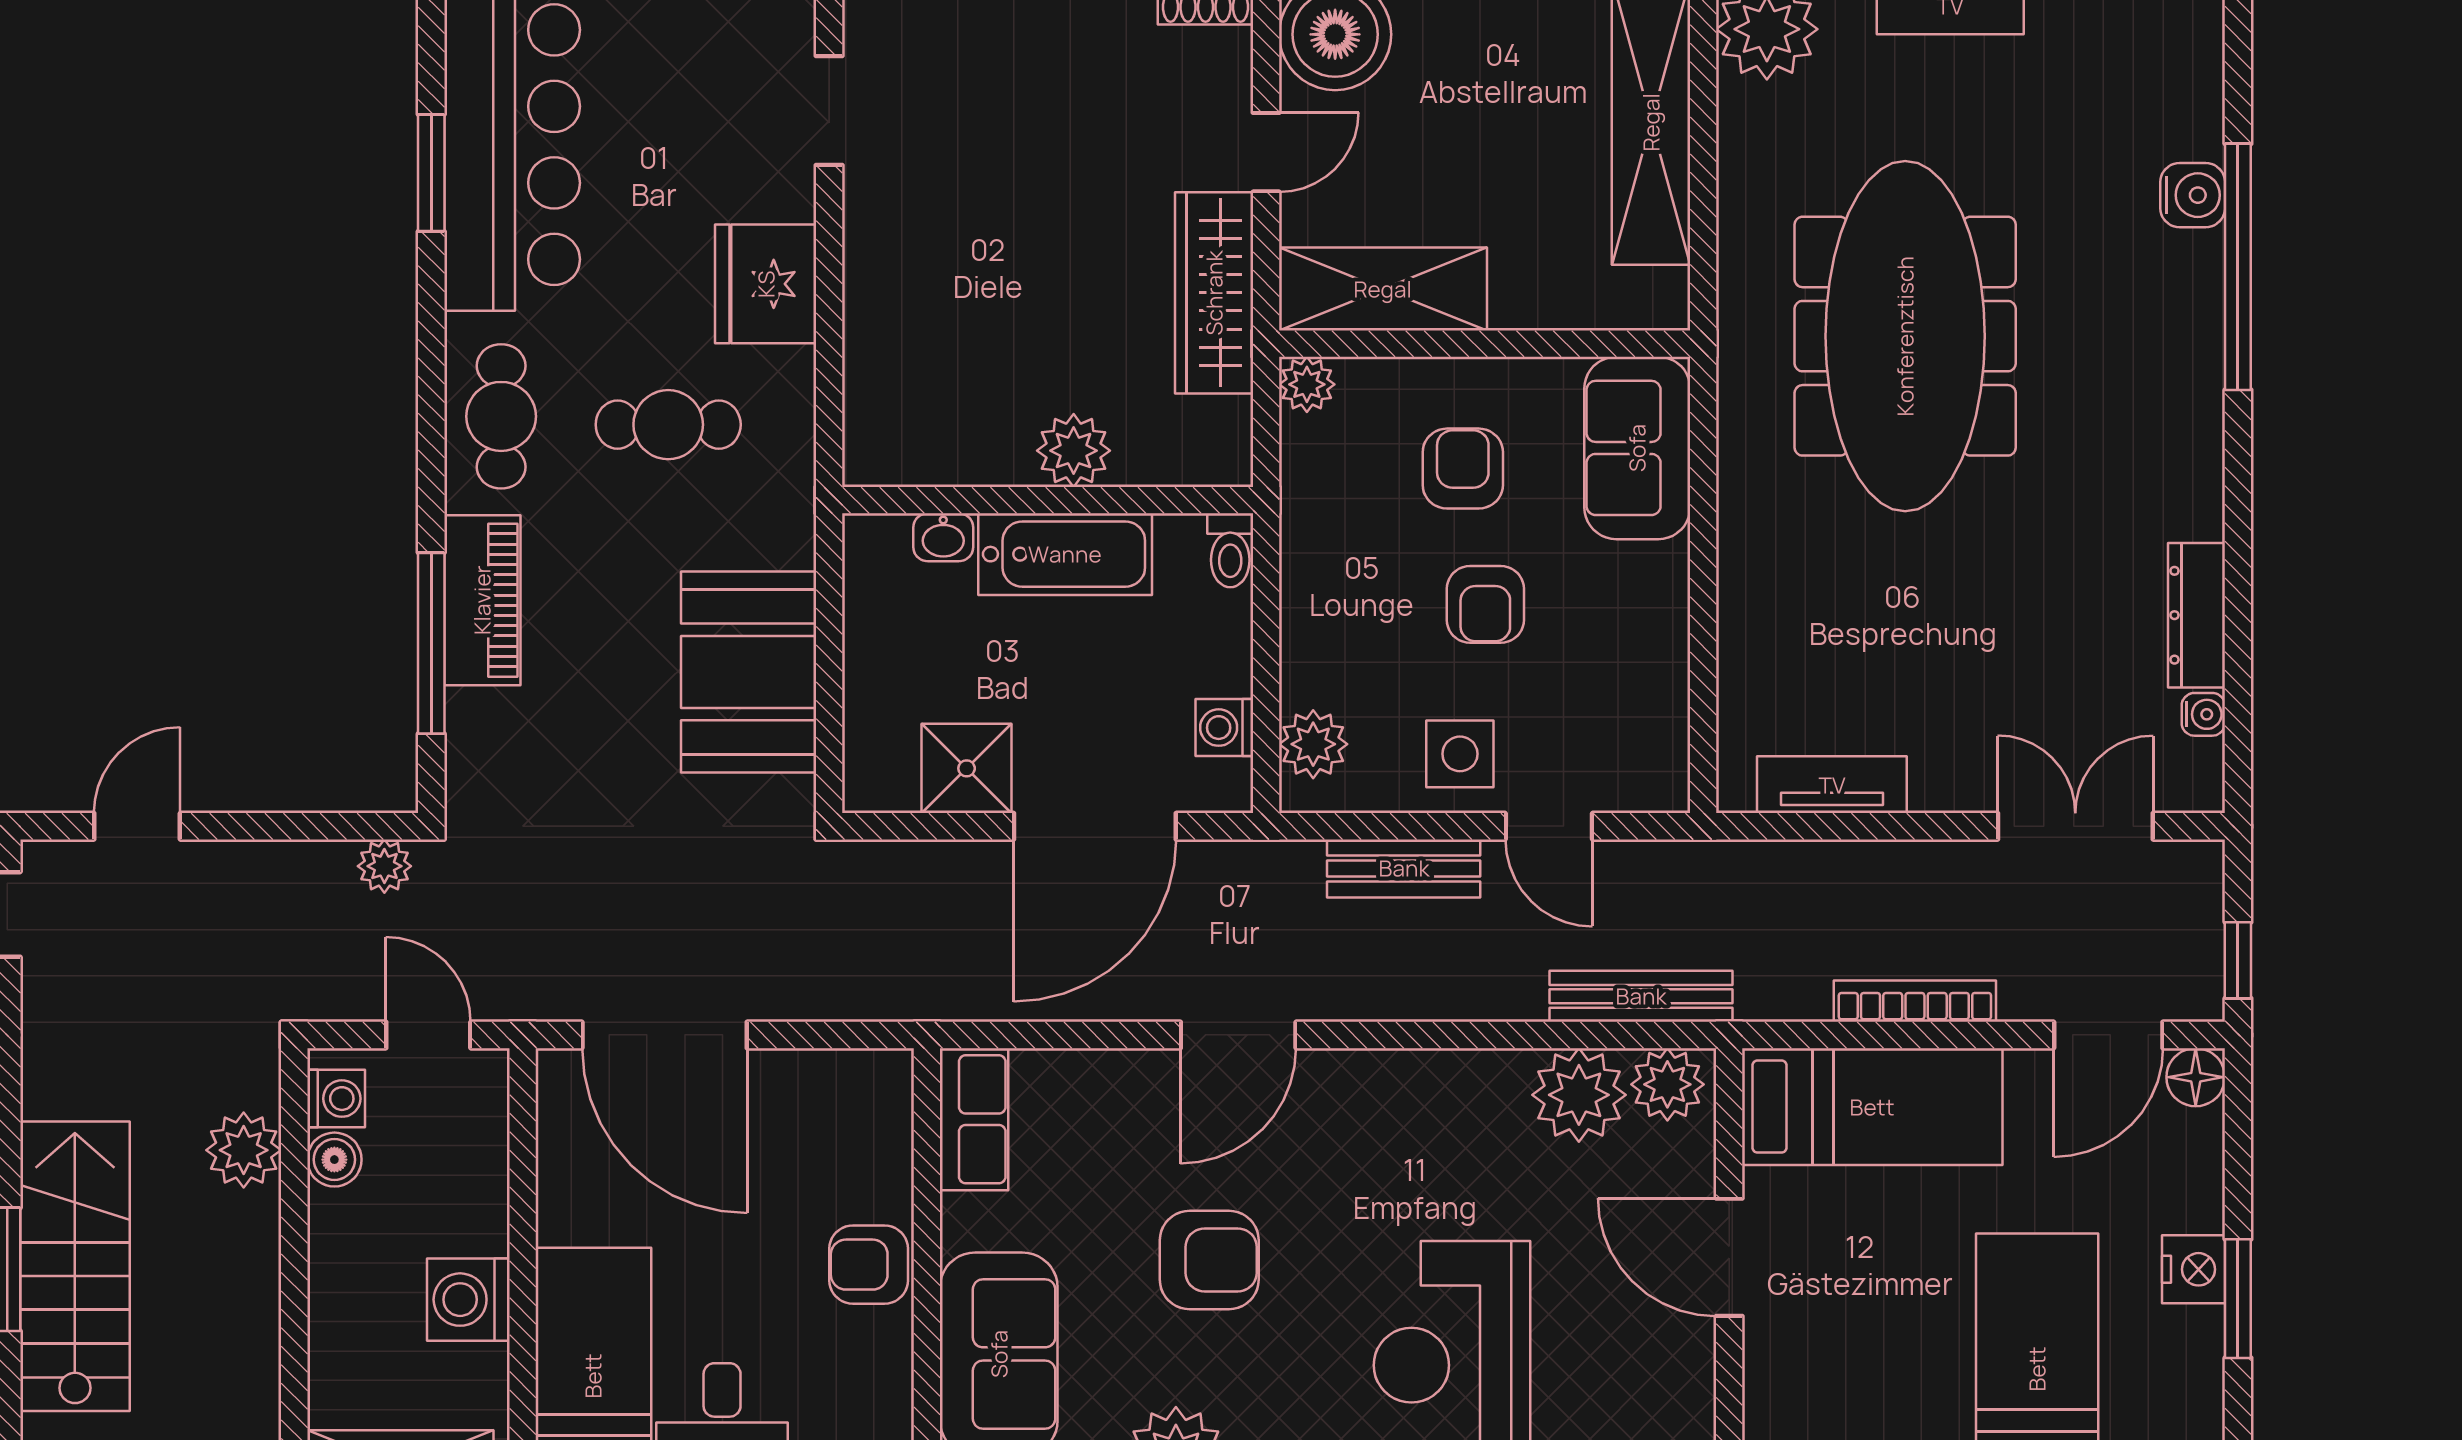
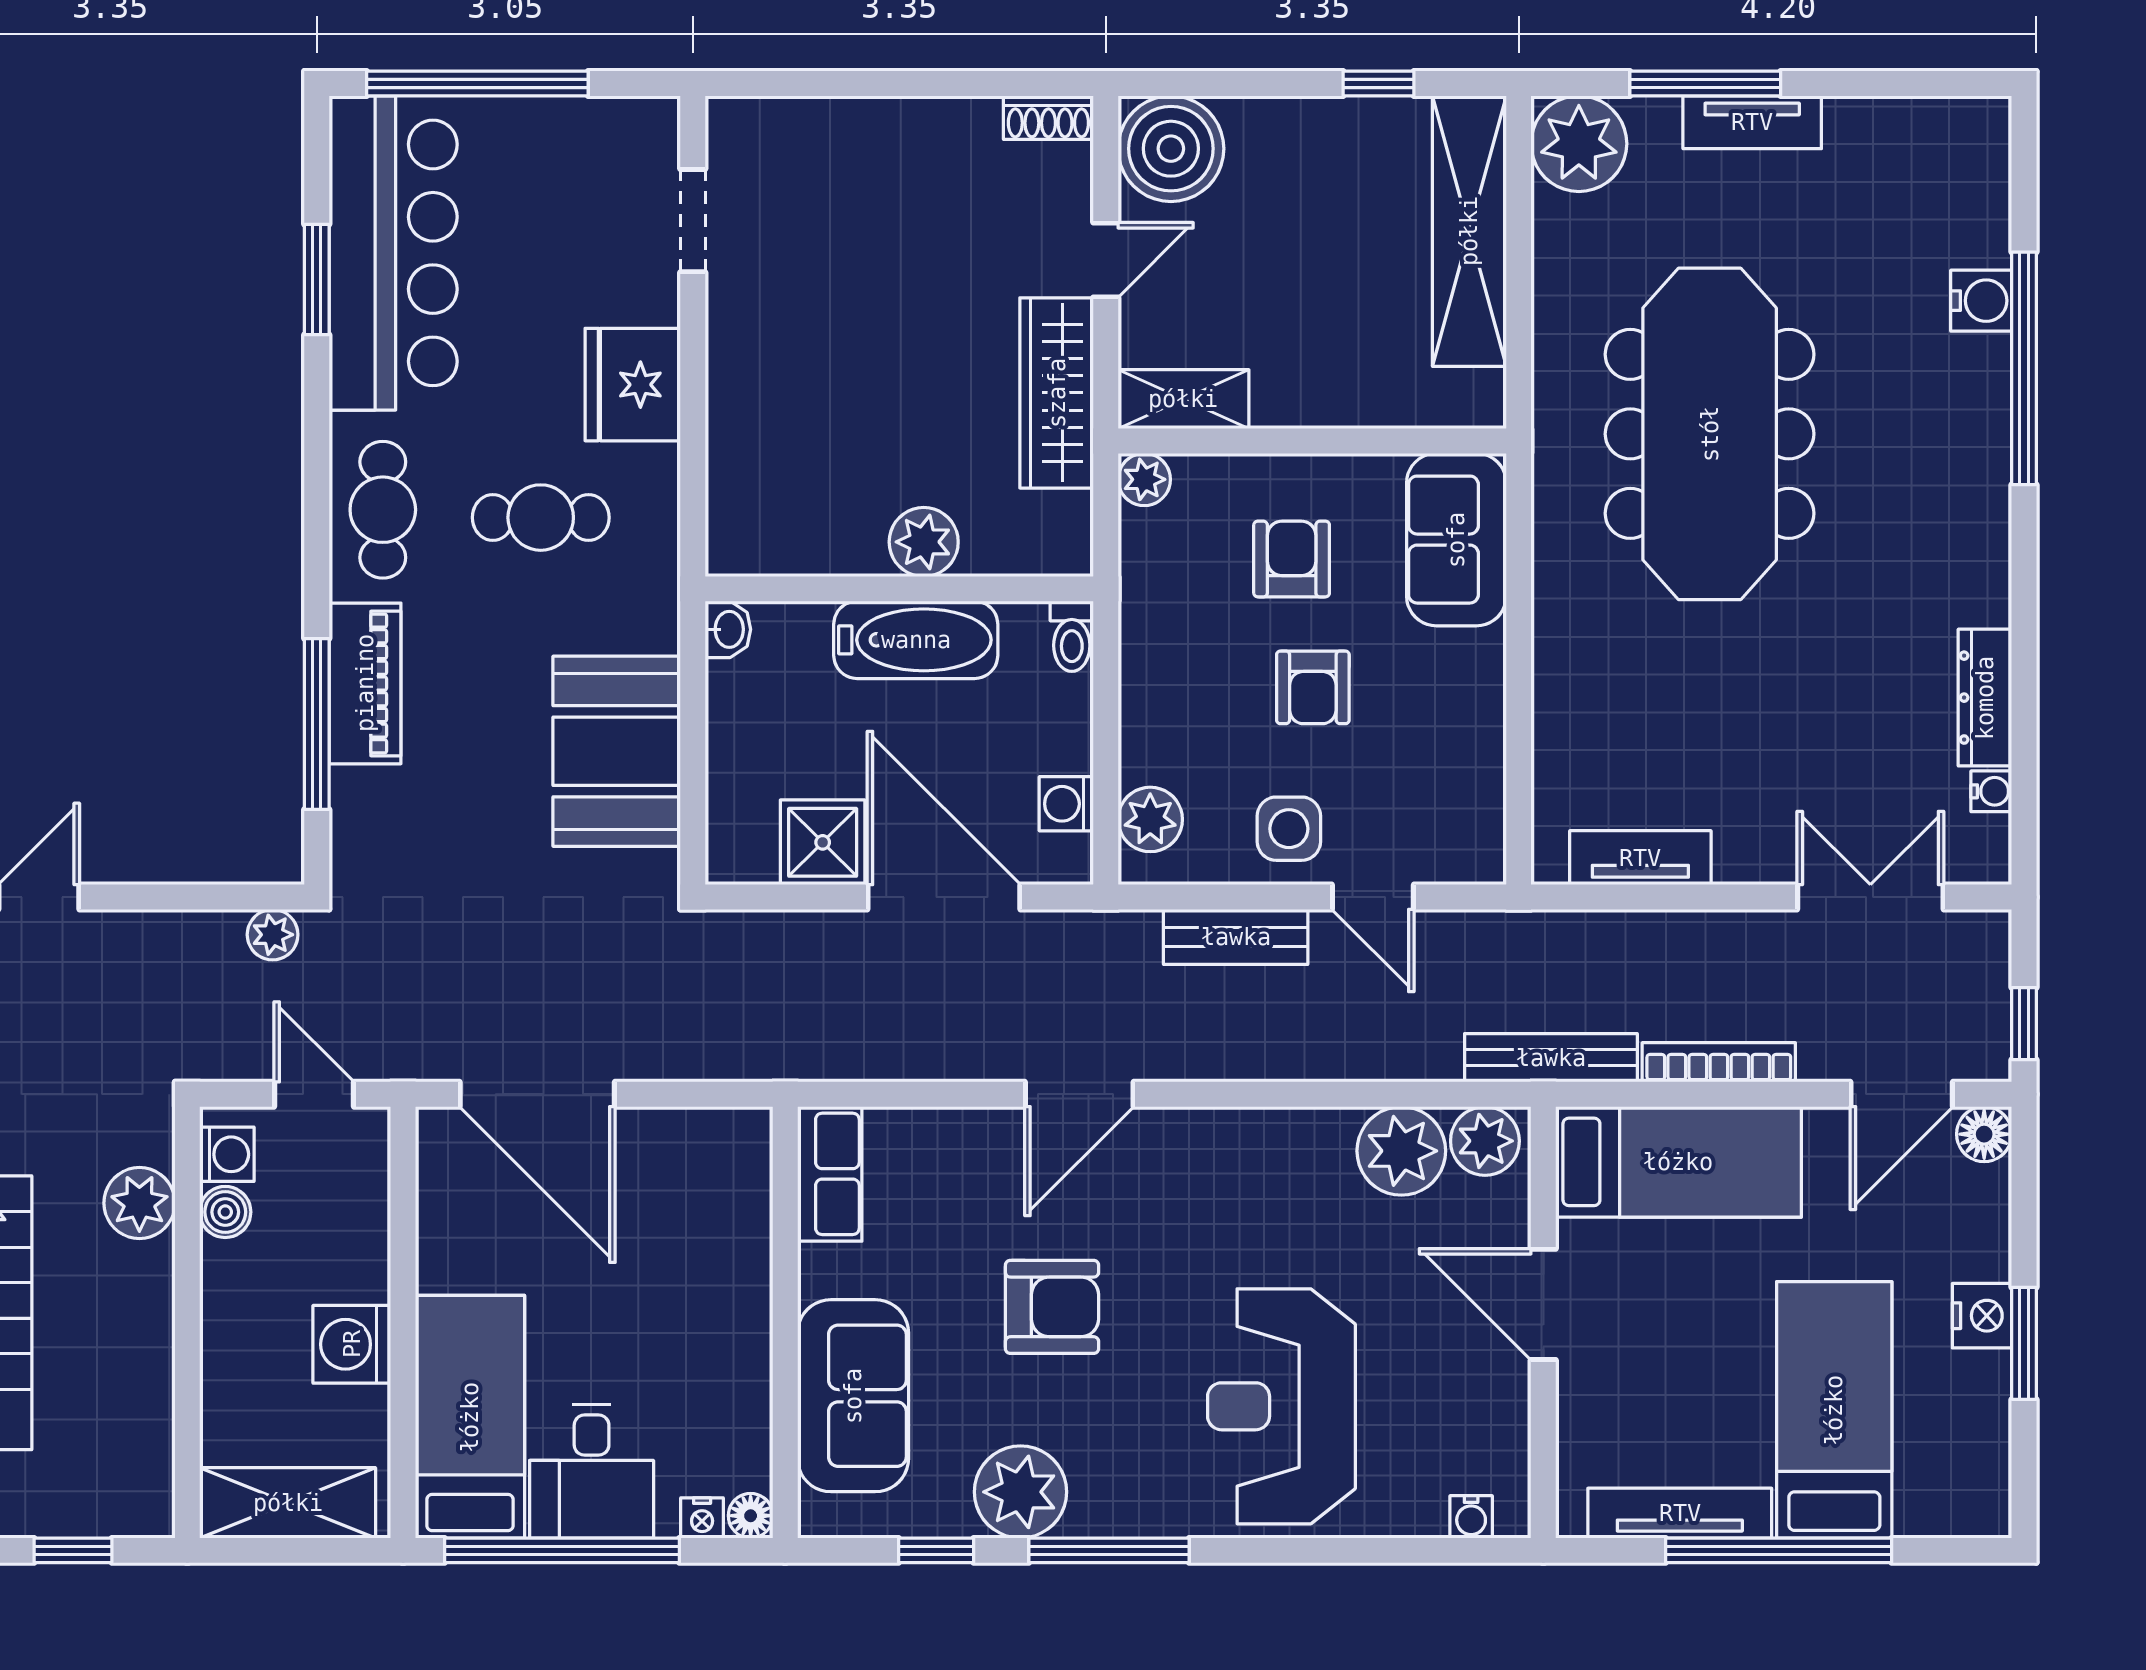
shelving: (1383, 289) -> (1183, 399), width x0.67, depth x0.75
washbasin: (943, 537) -> (728, 629), moved, turned -90
door: (1095, 826) -> (944, 897), swing flipped
bench: (1641, 996) -> (1551, 1058), moved
armchair: (869, 1265) -> (730, 1311), removed

